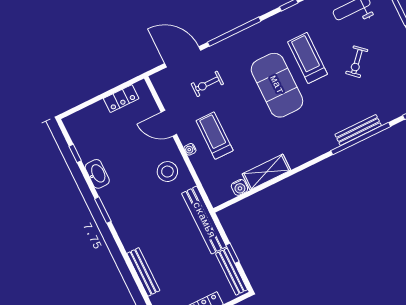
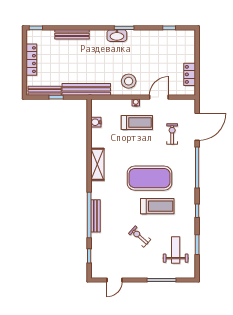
shelving: (266, 172) -> (97, 164), moved
washbasin: (97, 174) -> (117, 36), moved

